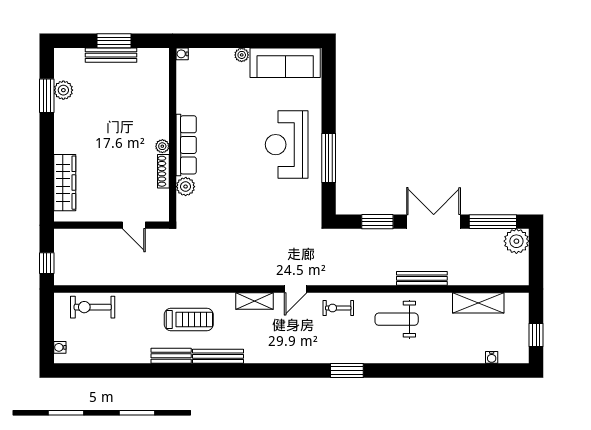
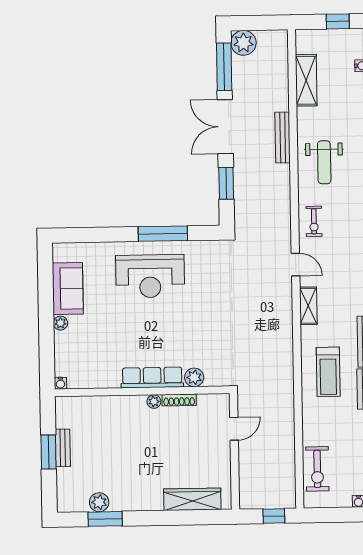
bench: (111, 55) -> (63, 448), width x0.73
sofa: (285, 63) -> (68, 289), width x0.73
treadmill: (189, 320) -> (328, 372), turned 180

